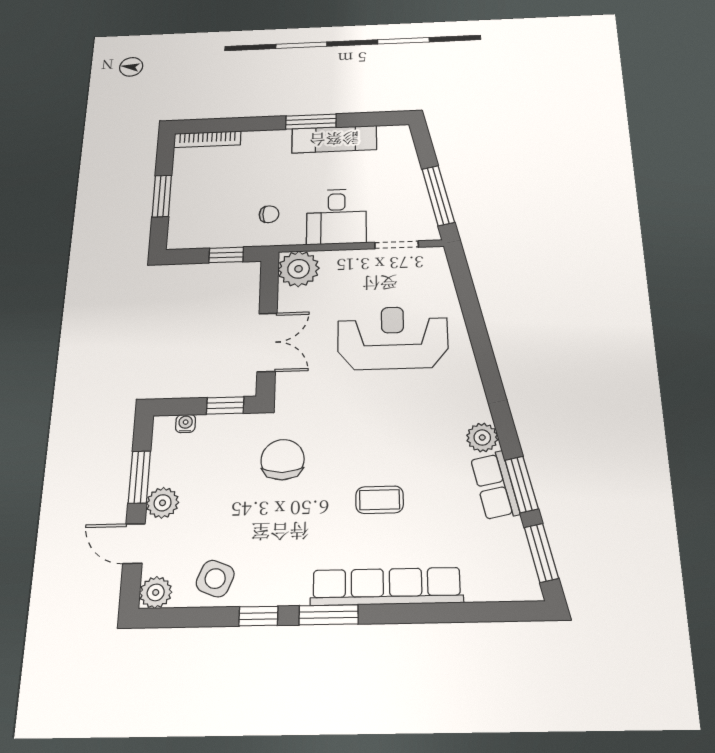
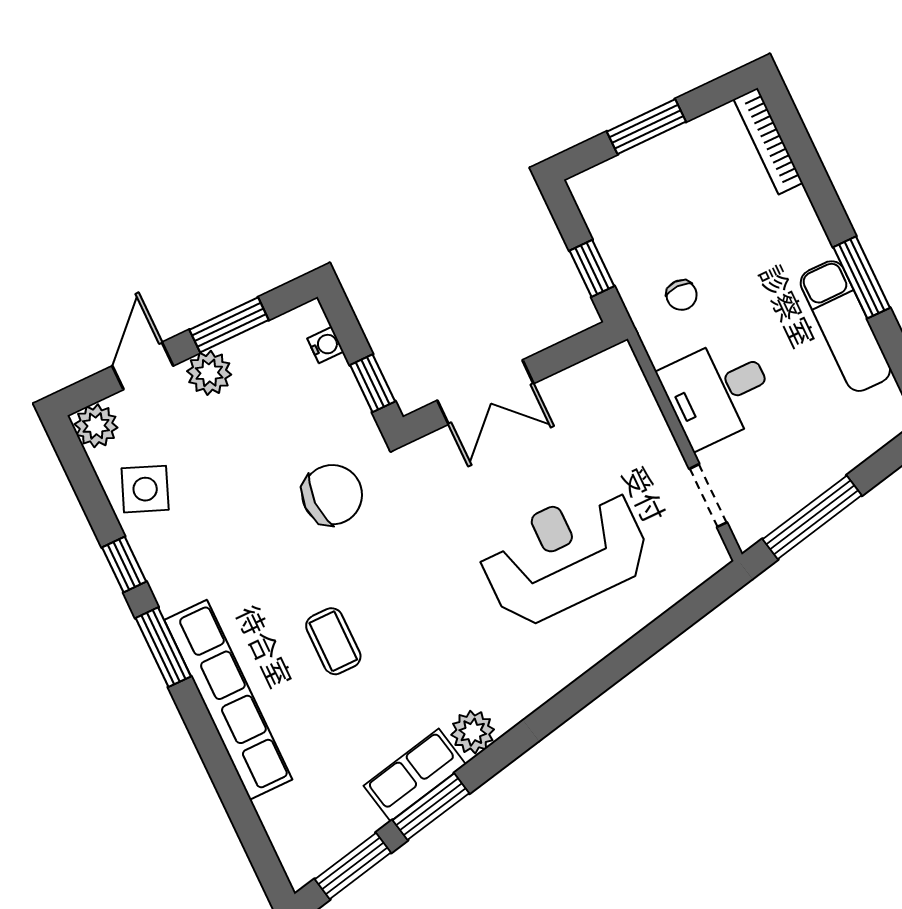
plant: (299, 269) -> (613, 379), removed
reception desk: (393, 338) -> (564, 555), turned -90

